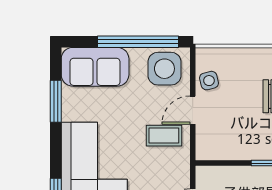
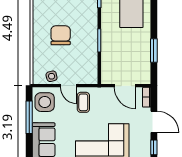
window: (138, 42) -> (29, 117), width x0.68

